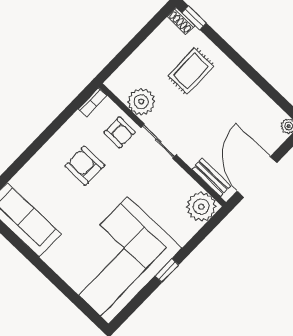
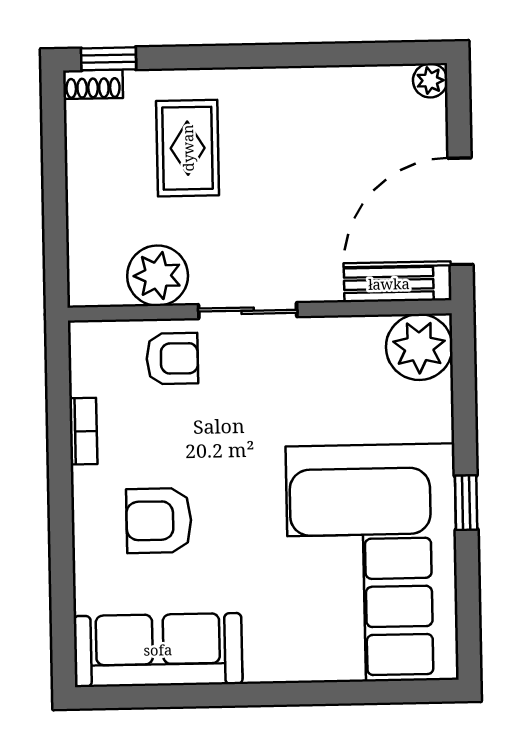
bookcase: (93, 102) -> (83, 431), moved
armchair: (85, 166) -> (159, 521), moved
door: (257, 177) -> (461, 211), hinge flipped

